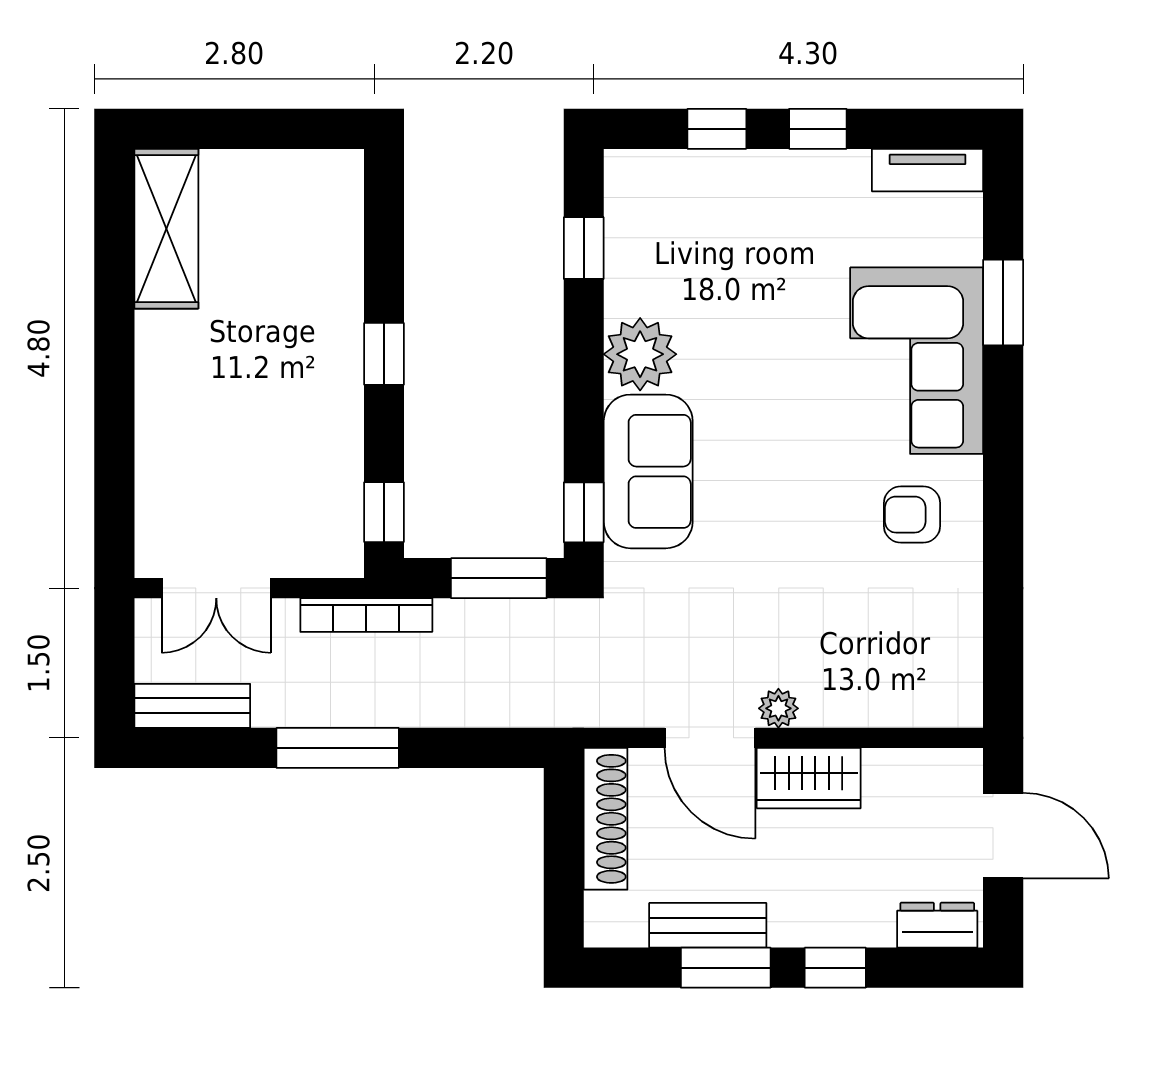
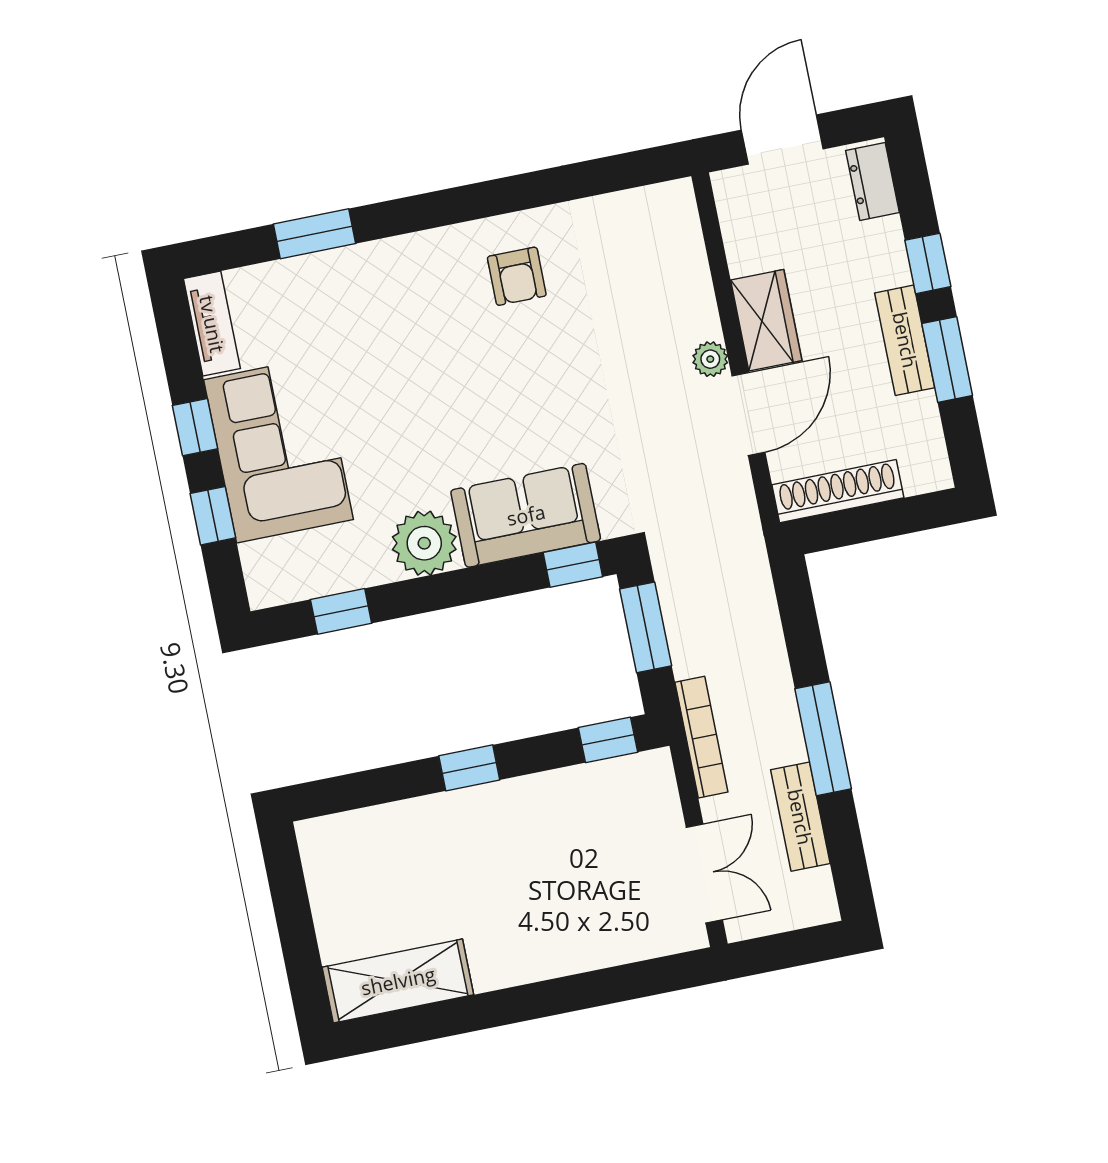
corner sofa: (917, 361) -> (279, 450), moved, turned -90
bench: (192, 706) -> (800, 817), moved
bench: (708, 925) -> (905, 340), moved

